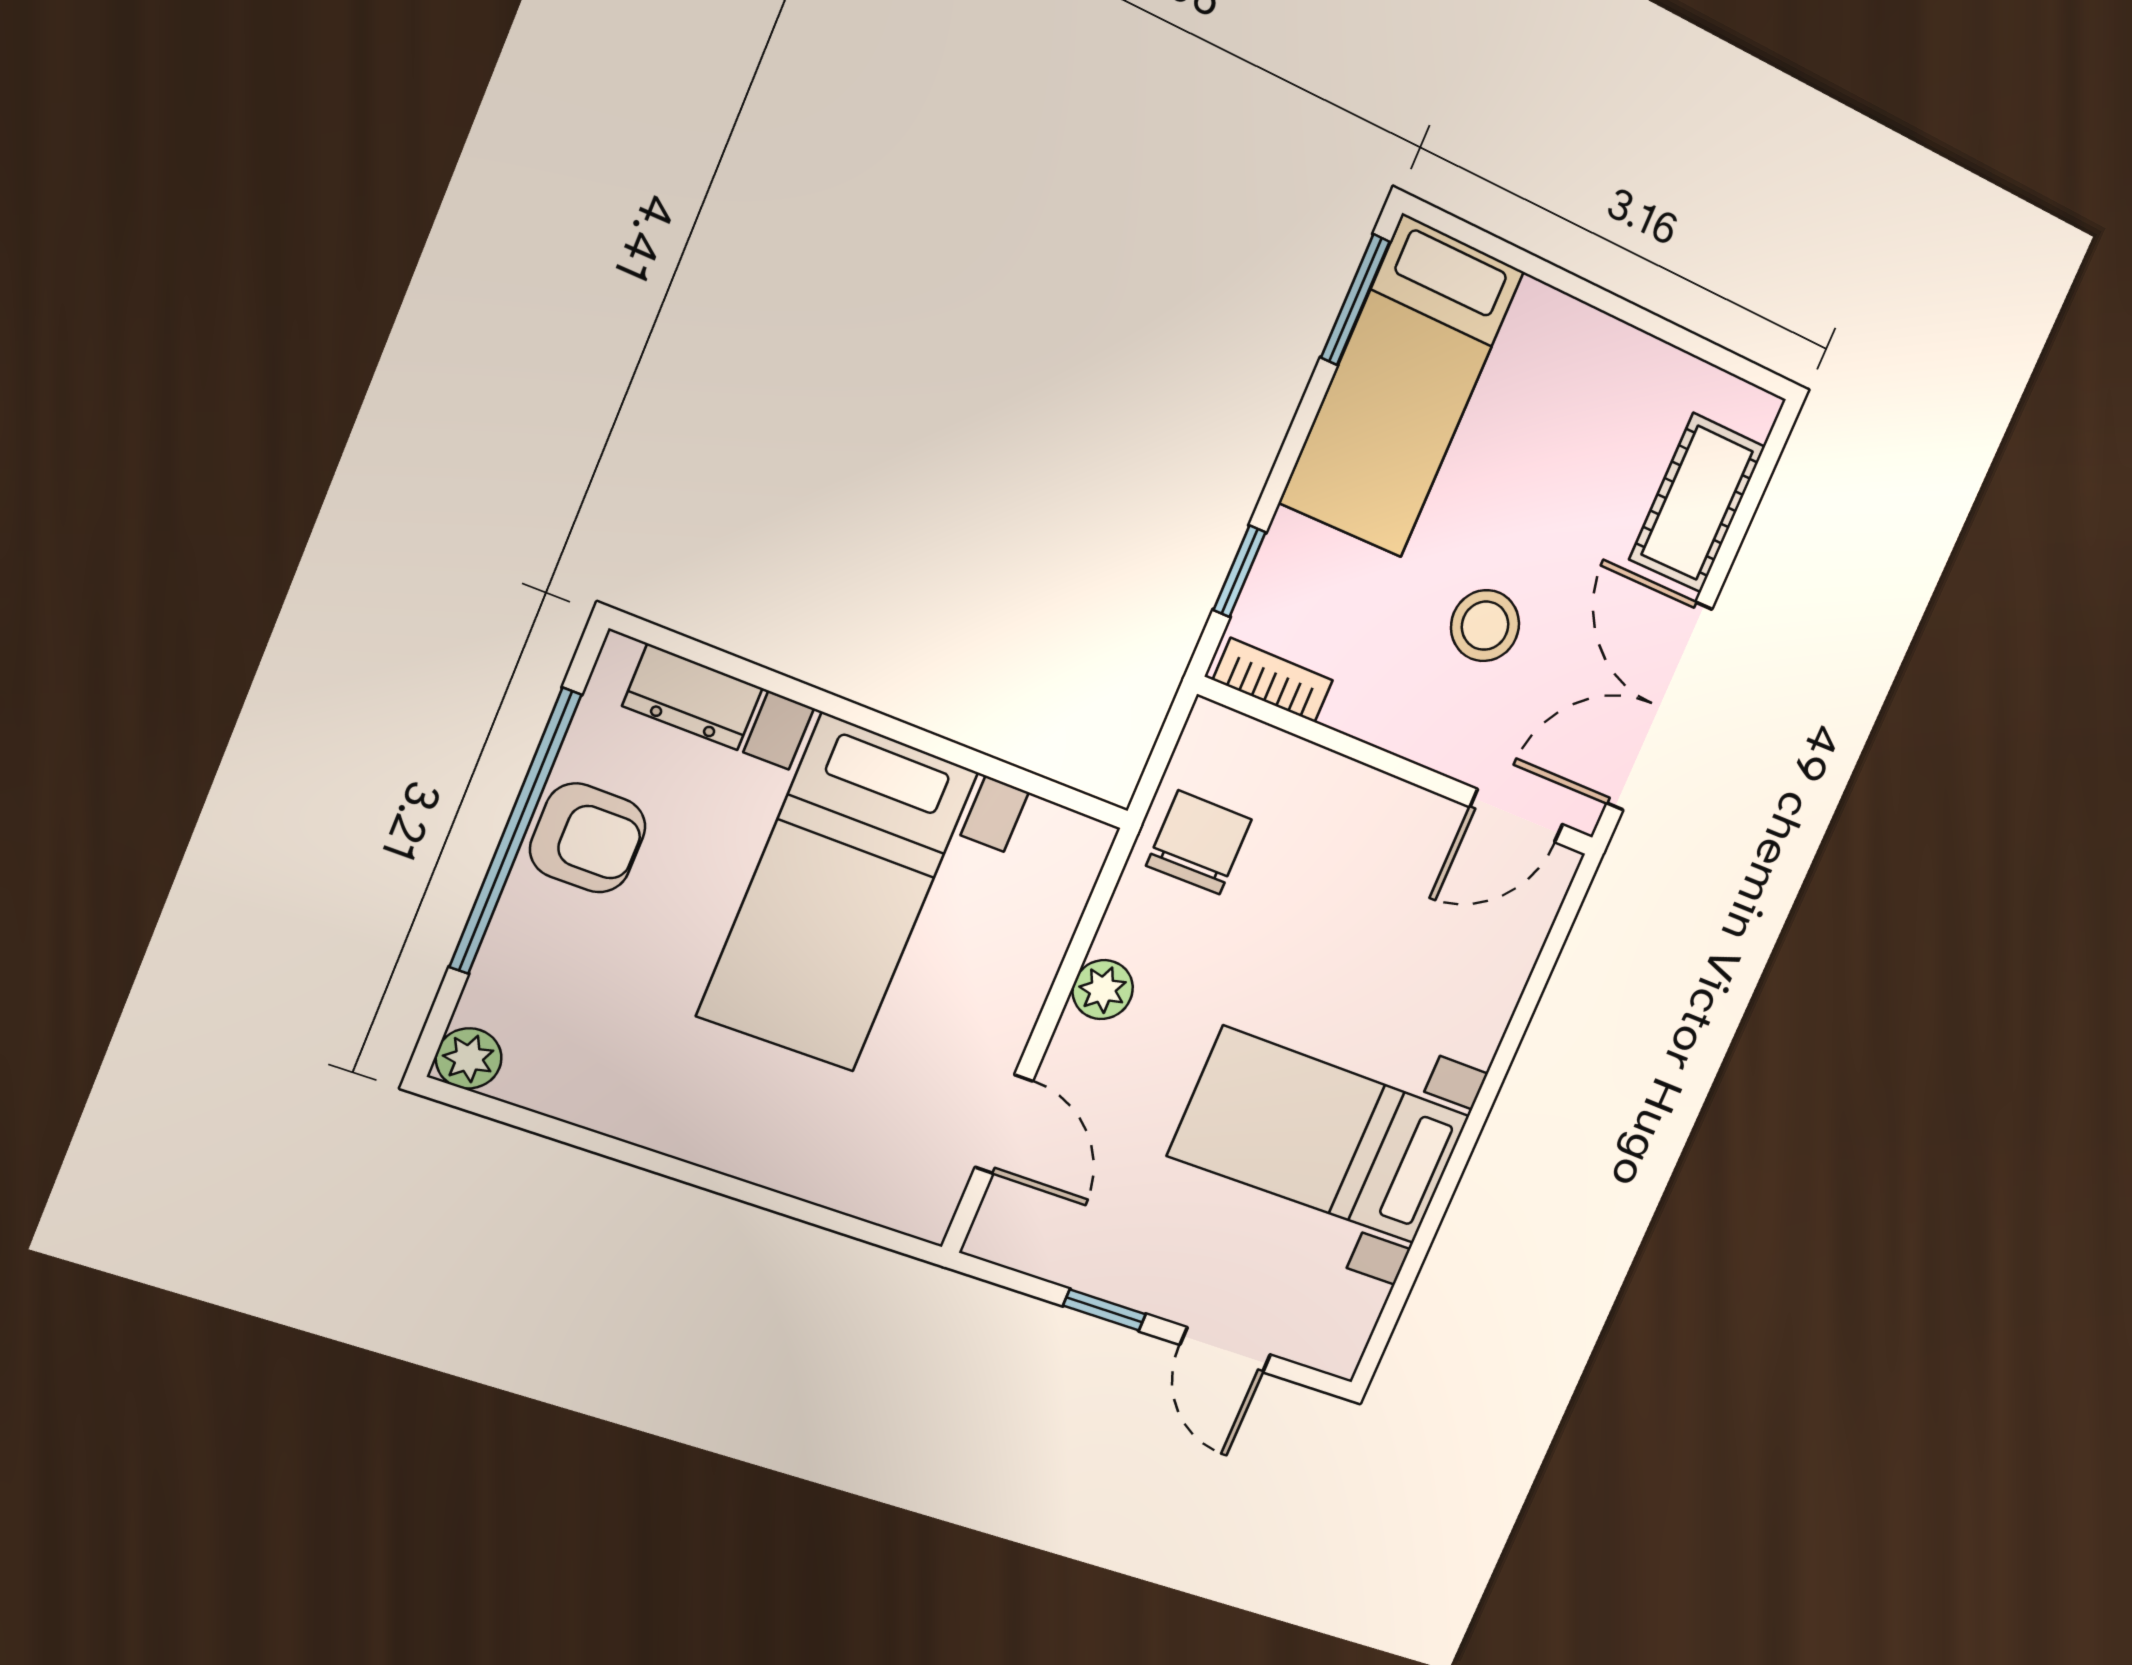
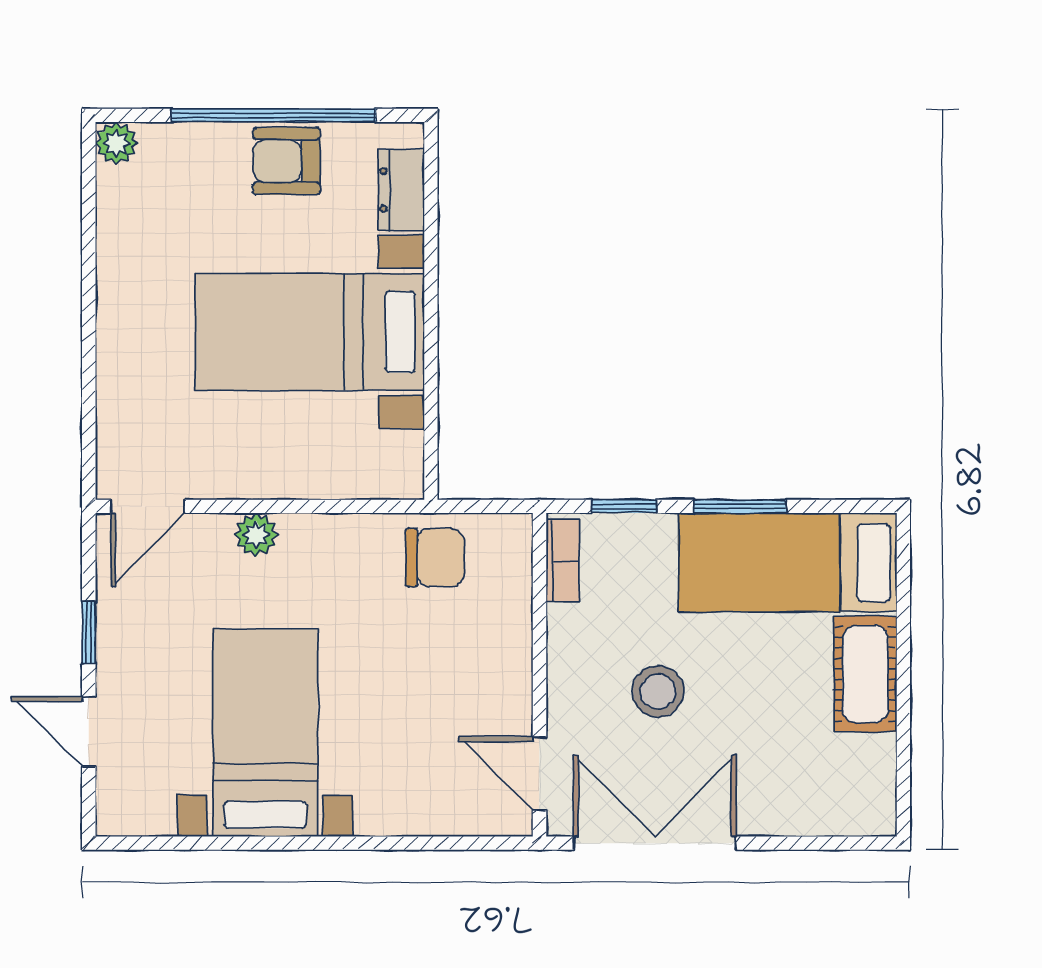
window: (1355, 300) -> (740, 506), moved
cot: (1697, 503) -> (865, 674), moved, turned 90
armchair: (588, 838) -> (287, 161), turned 90
plant: (1103, 990) -> (256, 535), moved
door: (1004, 1124) -> (148, 506), moved
door: (1225, 1350) -> (89, 732), hinge flipped

